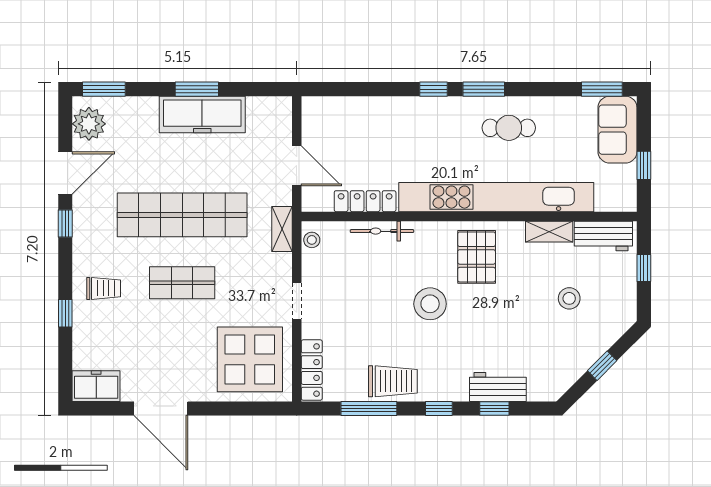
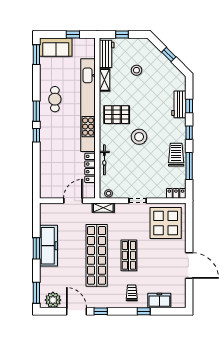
locker: (312, 370) -> (176, 193), width x0.66
freezer: (96, 386) -> (159, 301), moved, turned 90
door: (161, 408) -> (189, 266), hinge flipped

